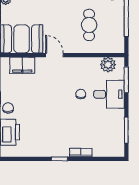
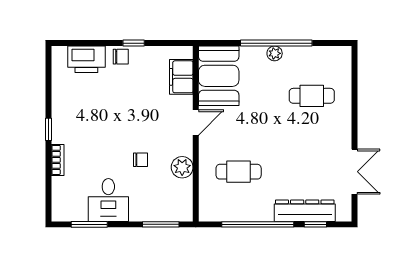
plant: (108, 65) -> (182, 167), moved
desk: (109, 94) -> (108, 200), moved

